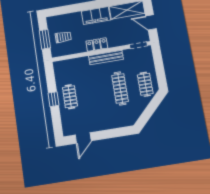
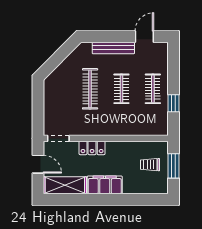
locker: (97, 45) -> (92, 148), moved
bench: (106, 58) -> (113, 48), moved
clothes rail: (145, 84) -> (121, 89), moved
window: (54, 99) -> (174, 103), moved

